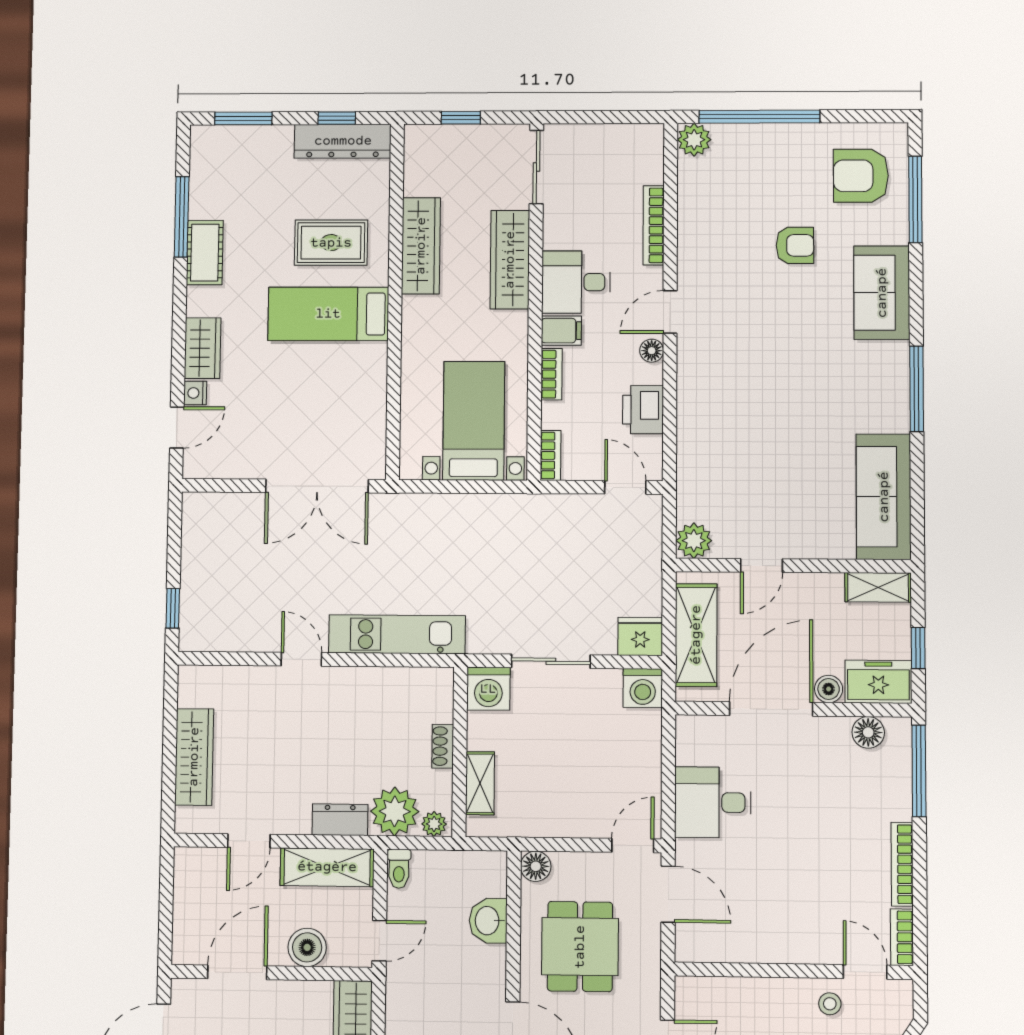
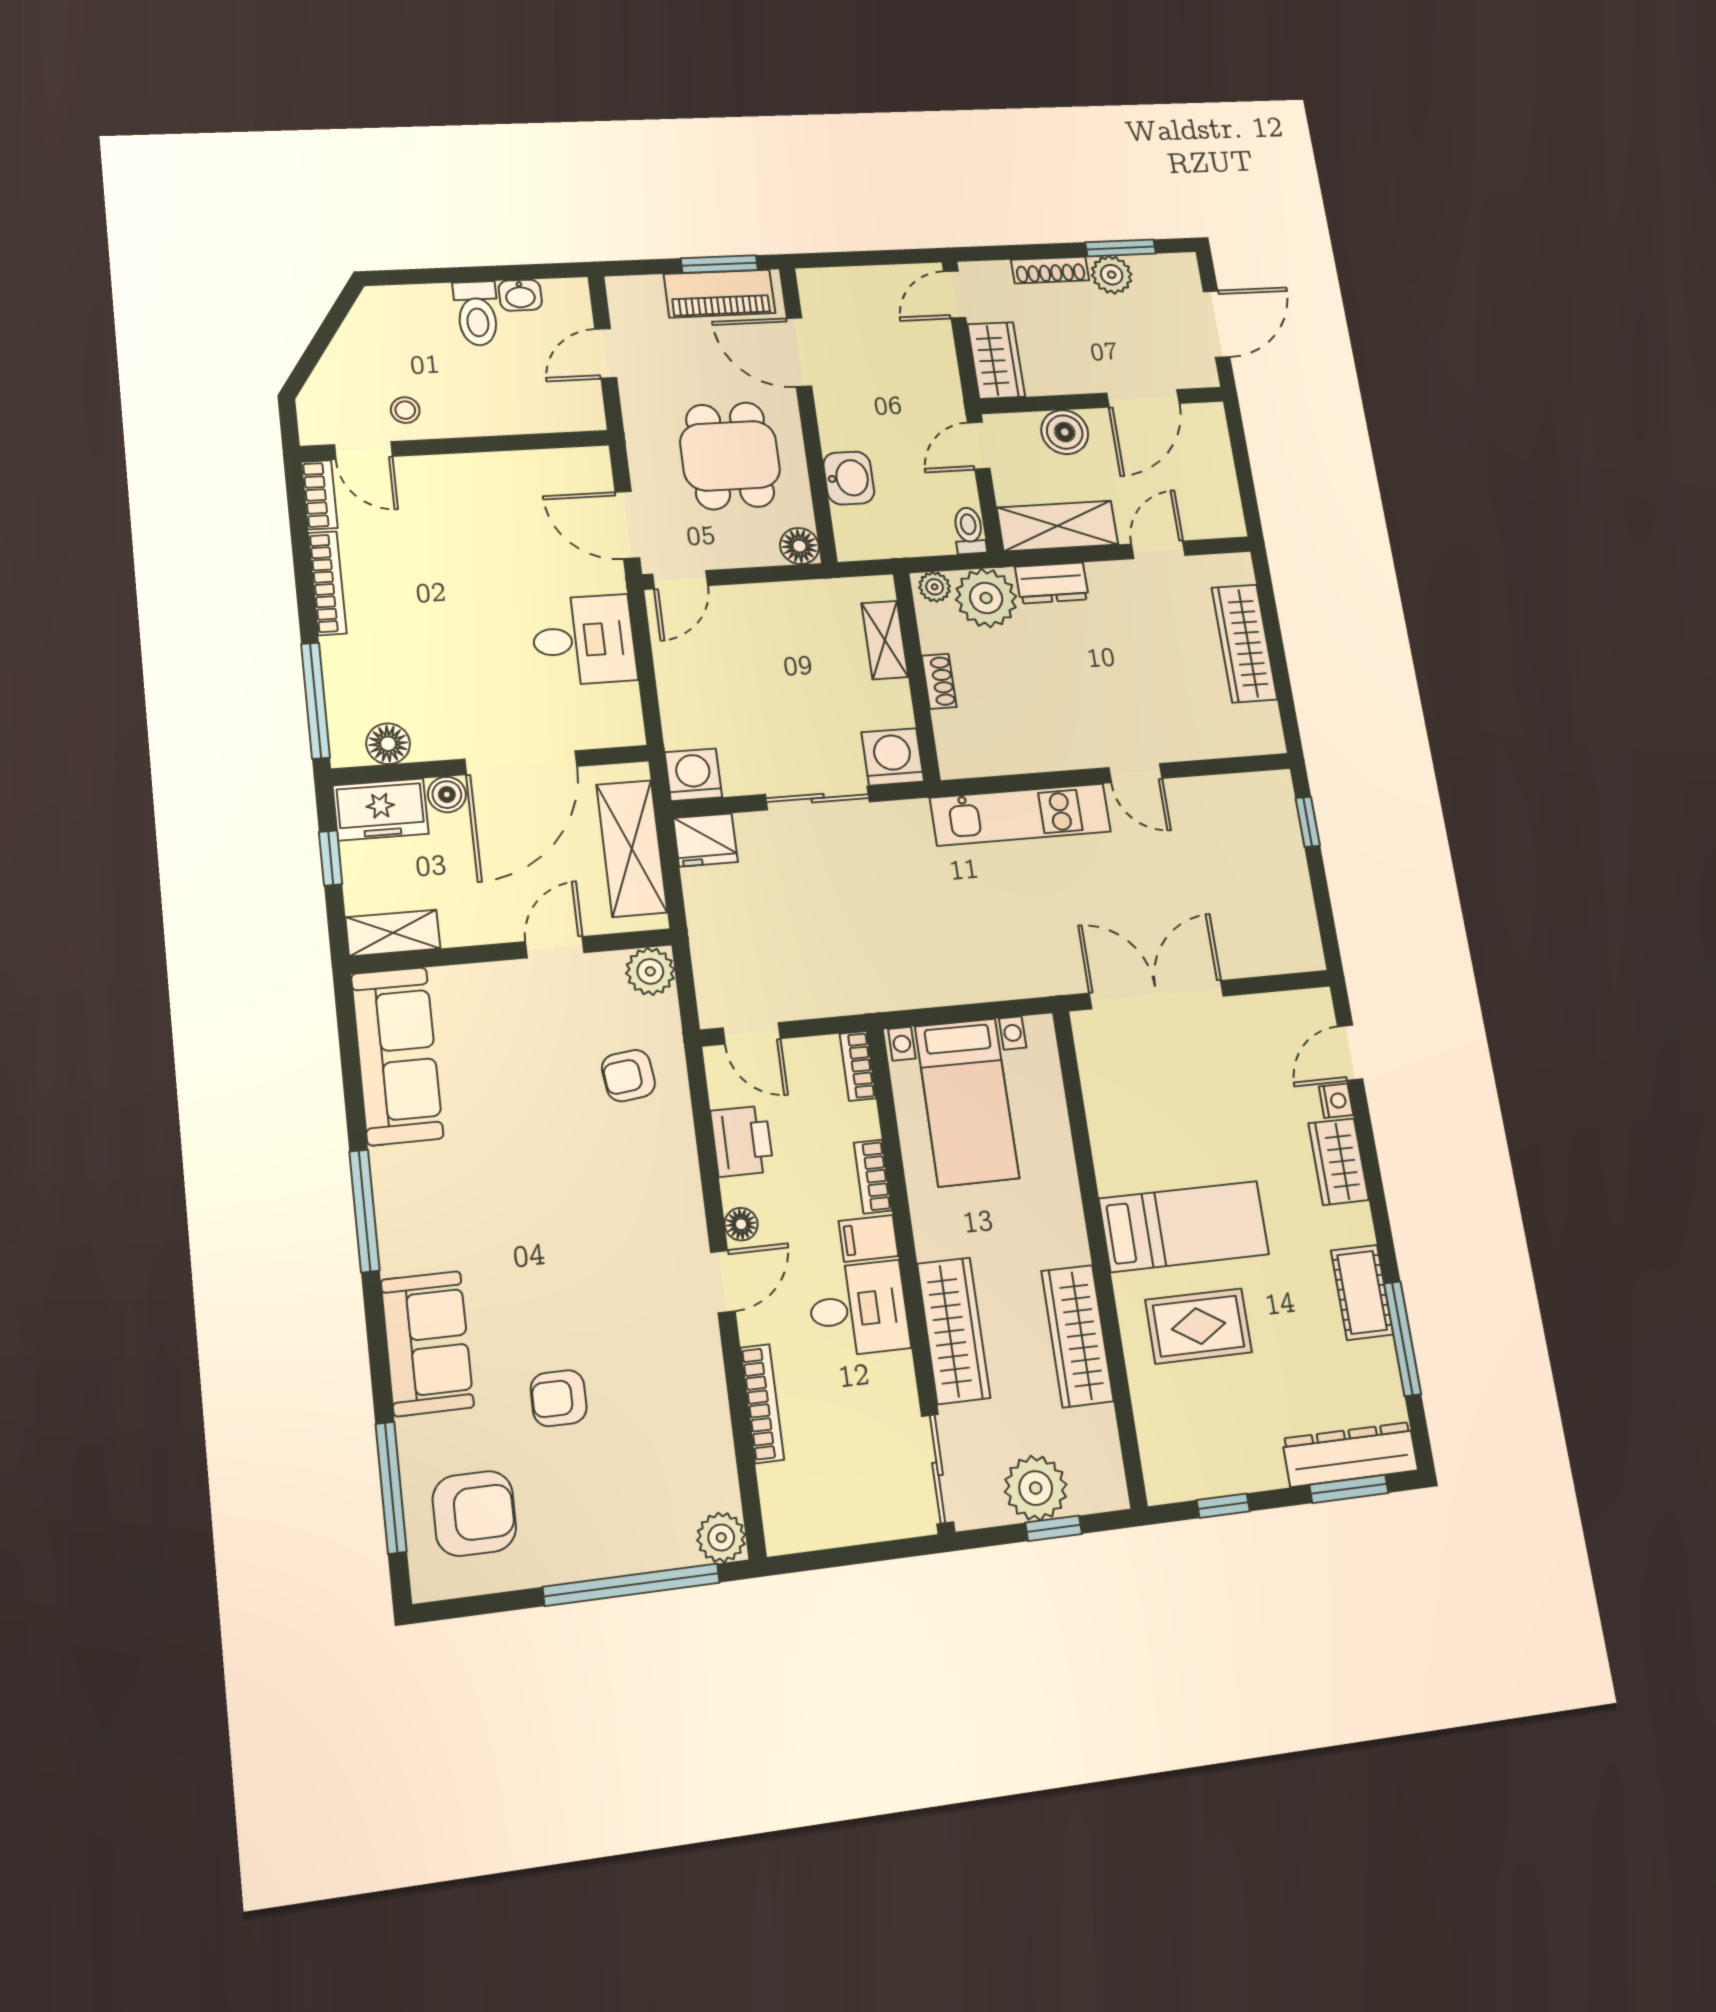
dresser: (343, 141) -> (1350, 1455), moved
plant: (469, 146) -> (1036, 1488), added
armchair: (719, 465) -> (628, 1076), added

